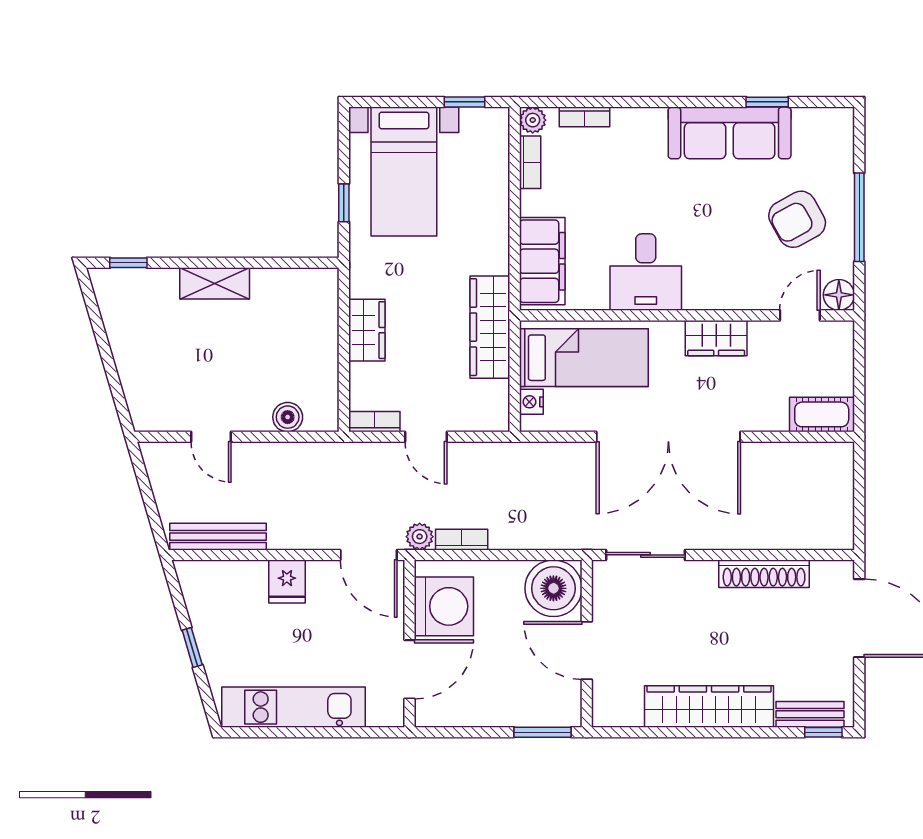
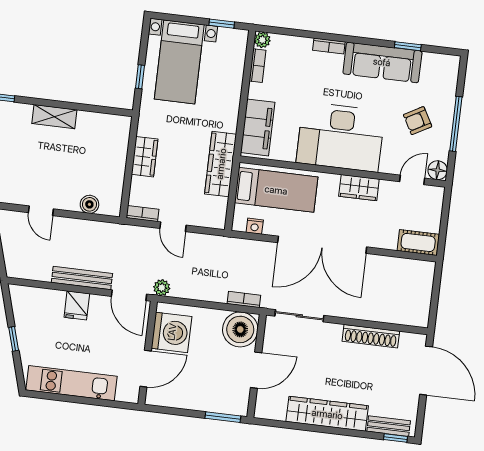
bookcase: (584, 117) -> (329, 46), moved
armchair: (797, 219) -> (418, 121), width x0.72, depth x0.72
desk: (646, 272) -> (340, 137), width x1.87, depth x1.30
nightstand: (531, 402) -> (255, 226), moved, turned -90
bench: (218, 537) -> (82, 278), moved
bookcase: (462, 540) -> (244, 300), moved
door: (587, 650) -> (256, 370), swing flipped

